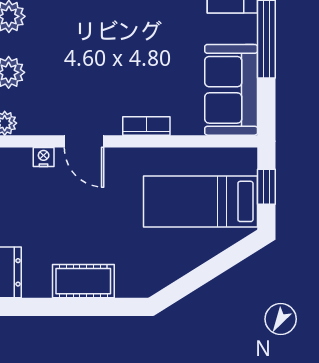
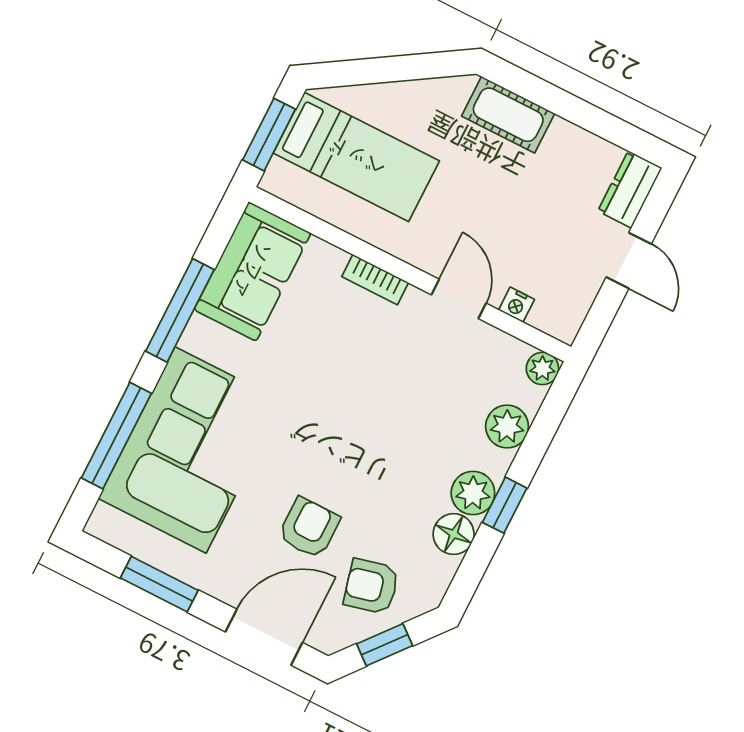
window: (266, 187) -> (269, 135), width x1.50
cot: (83, 281) -> (508, 115), moved

